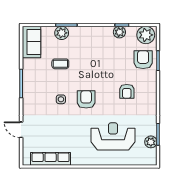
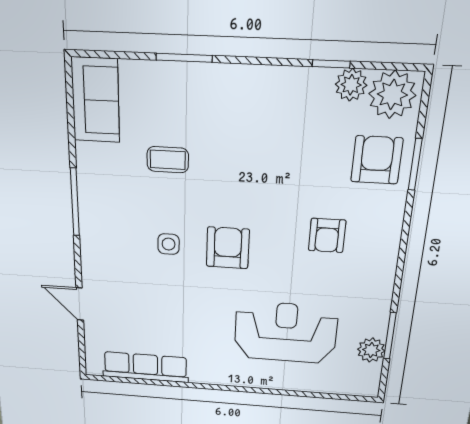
plant: (119, 32) -> (351, 85), moved
plant: (62, 33) -> (171, 79), removed

